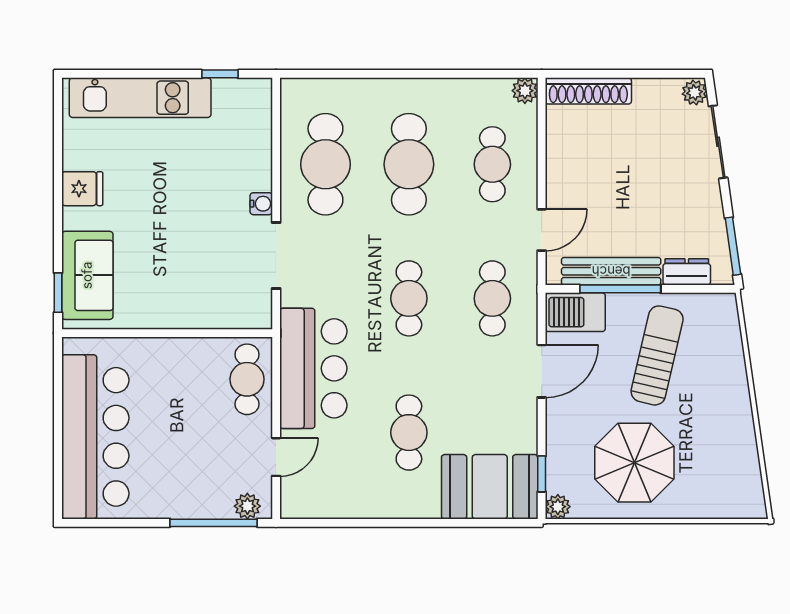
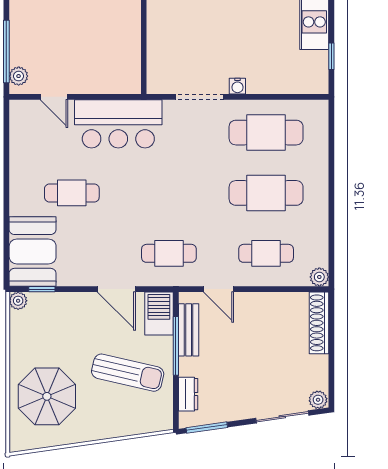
bench: (611, 271) -> (189, 330), width x0.73
cafe table: (409, 298) -> (169, 193), removed
cafe table: (247, 379) -> (110, 76), removed
parasol: (634, 463) -> (47, 396), moved

